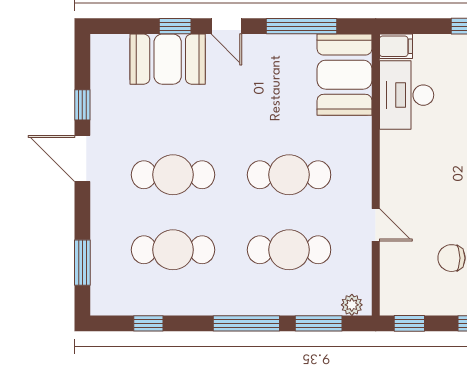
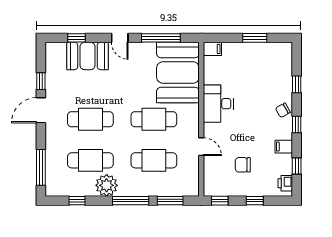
window: (175, 26) -> (76, 38), moved
booth: (344, 75) -> (178, 73), width x1.36, depth x1.42
desk: (407, 95) -> (218, 104), moved
door: (82, 158) -> (41, 110), hinge flipped
window: (82, 263) -> (41, 167), width x1.44
plant: (352, 305) -> (107, 185), moved, width x1.88, depth x1.88

